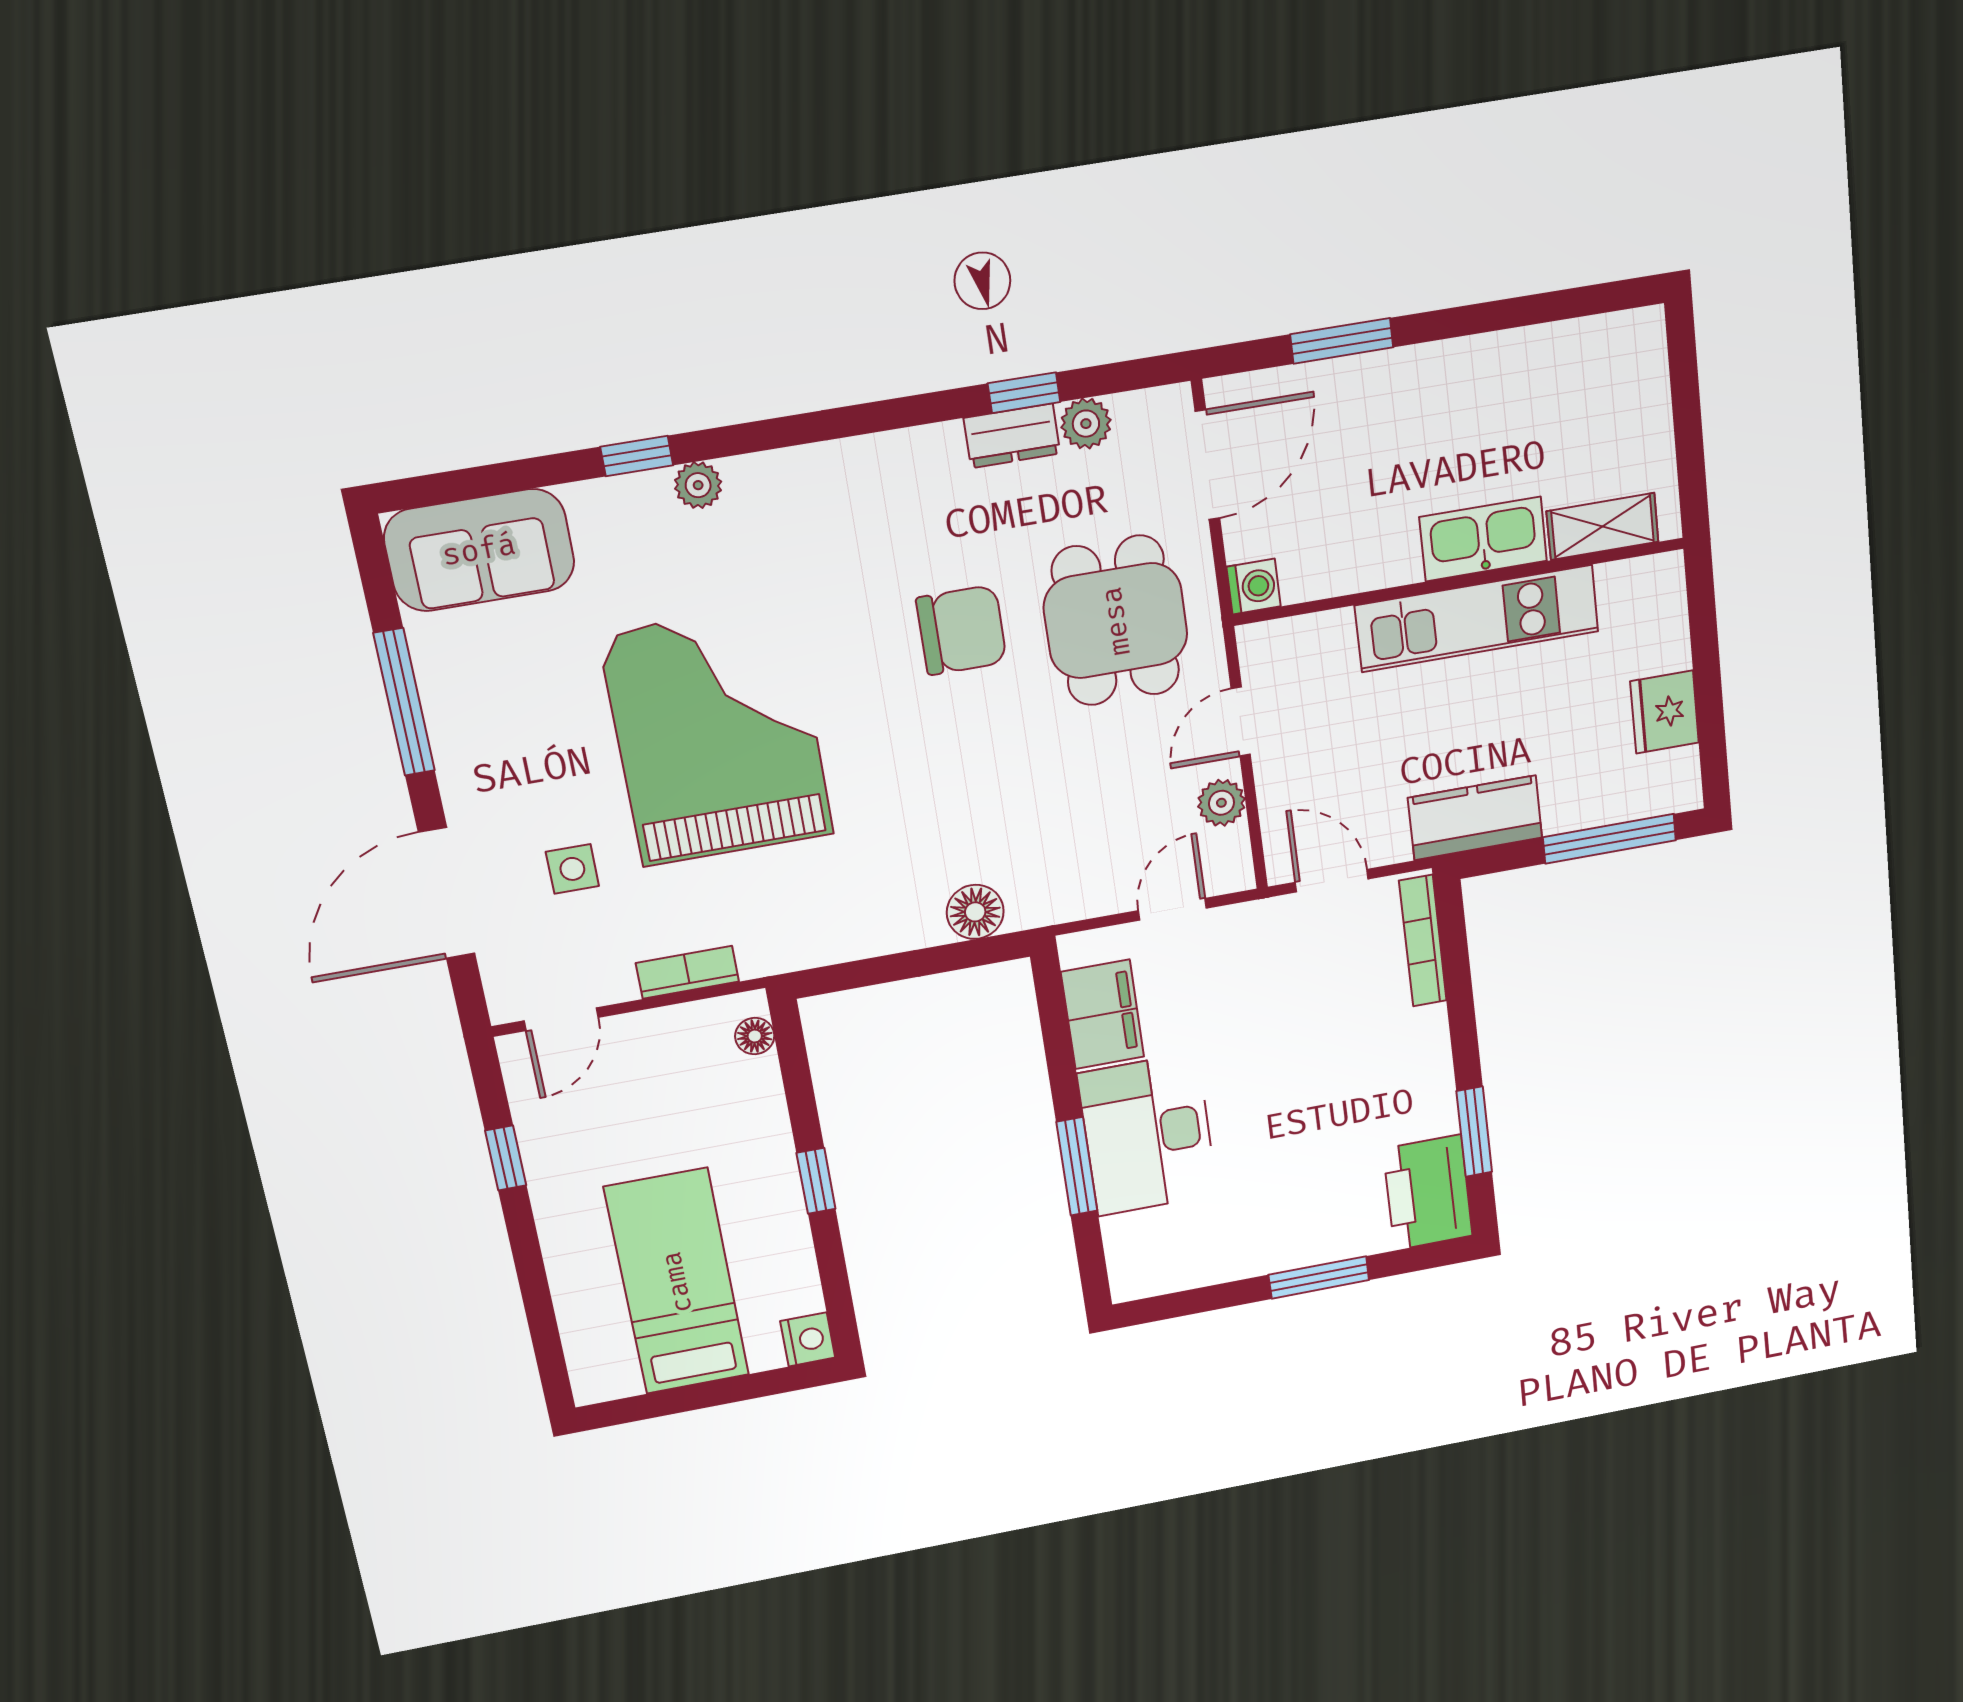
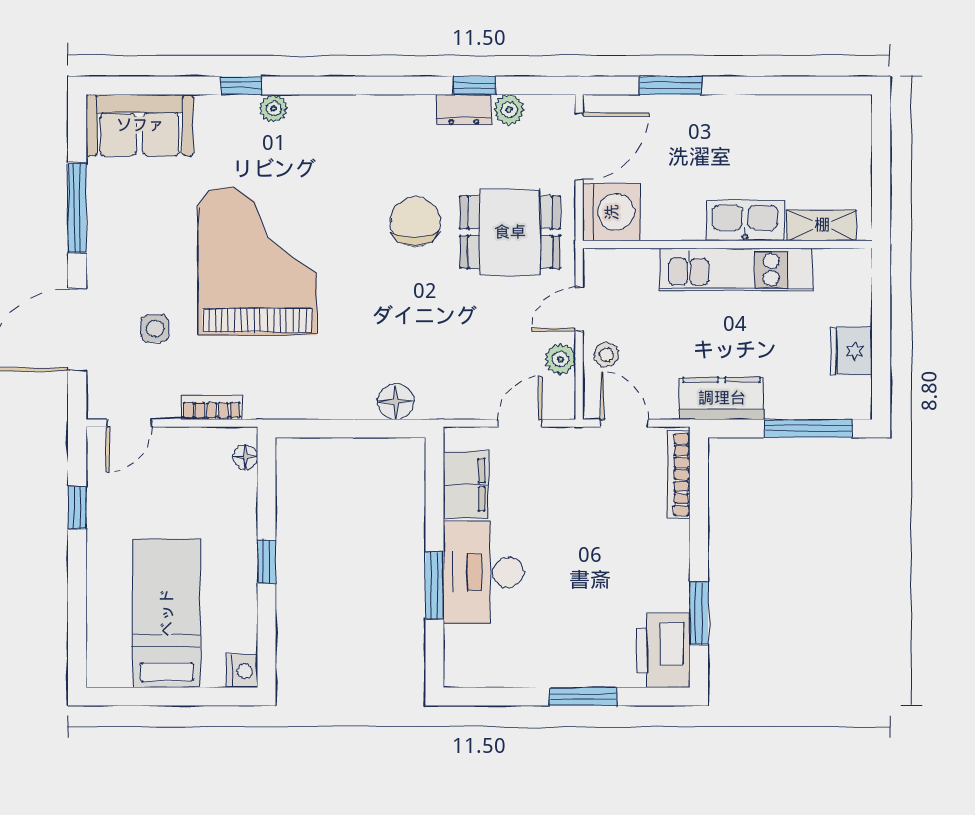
washing machine: (1254, 587) -> (612, 212), width x1.89, depth x1.89
dining table: (1116, 621) -> (510, 232), turned 90
chair: (961, 630) -> (415, 222), turned -90
stool: (1292, 783) -> (606, 355), added

